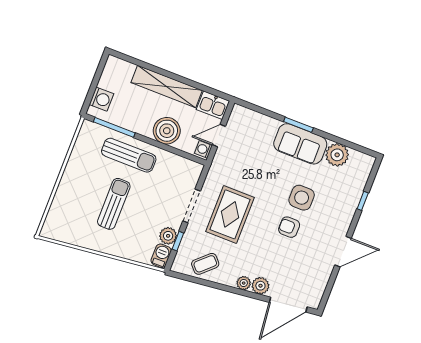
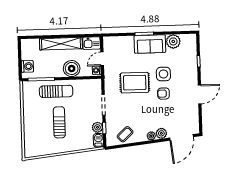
rug: (230, 214) -> (135, 83), moved, turned 90

